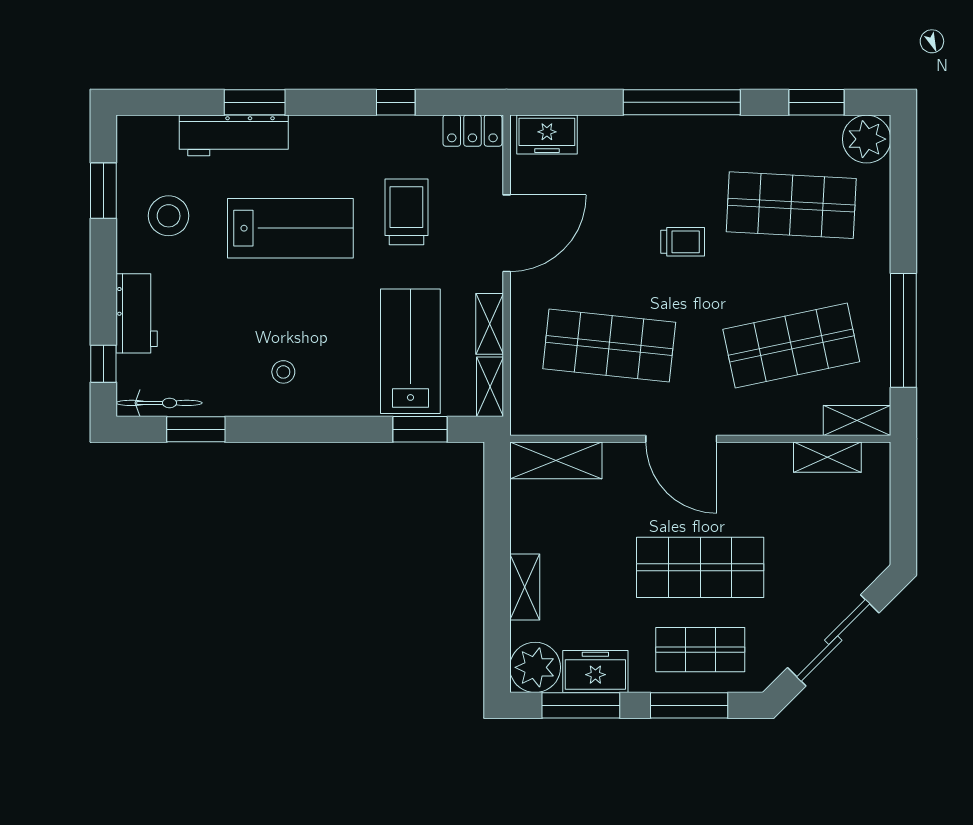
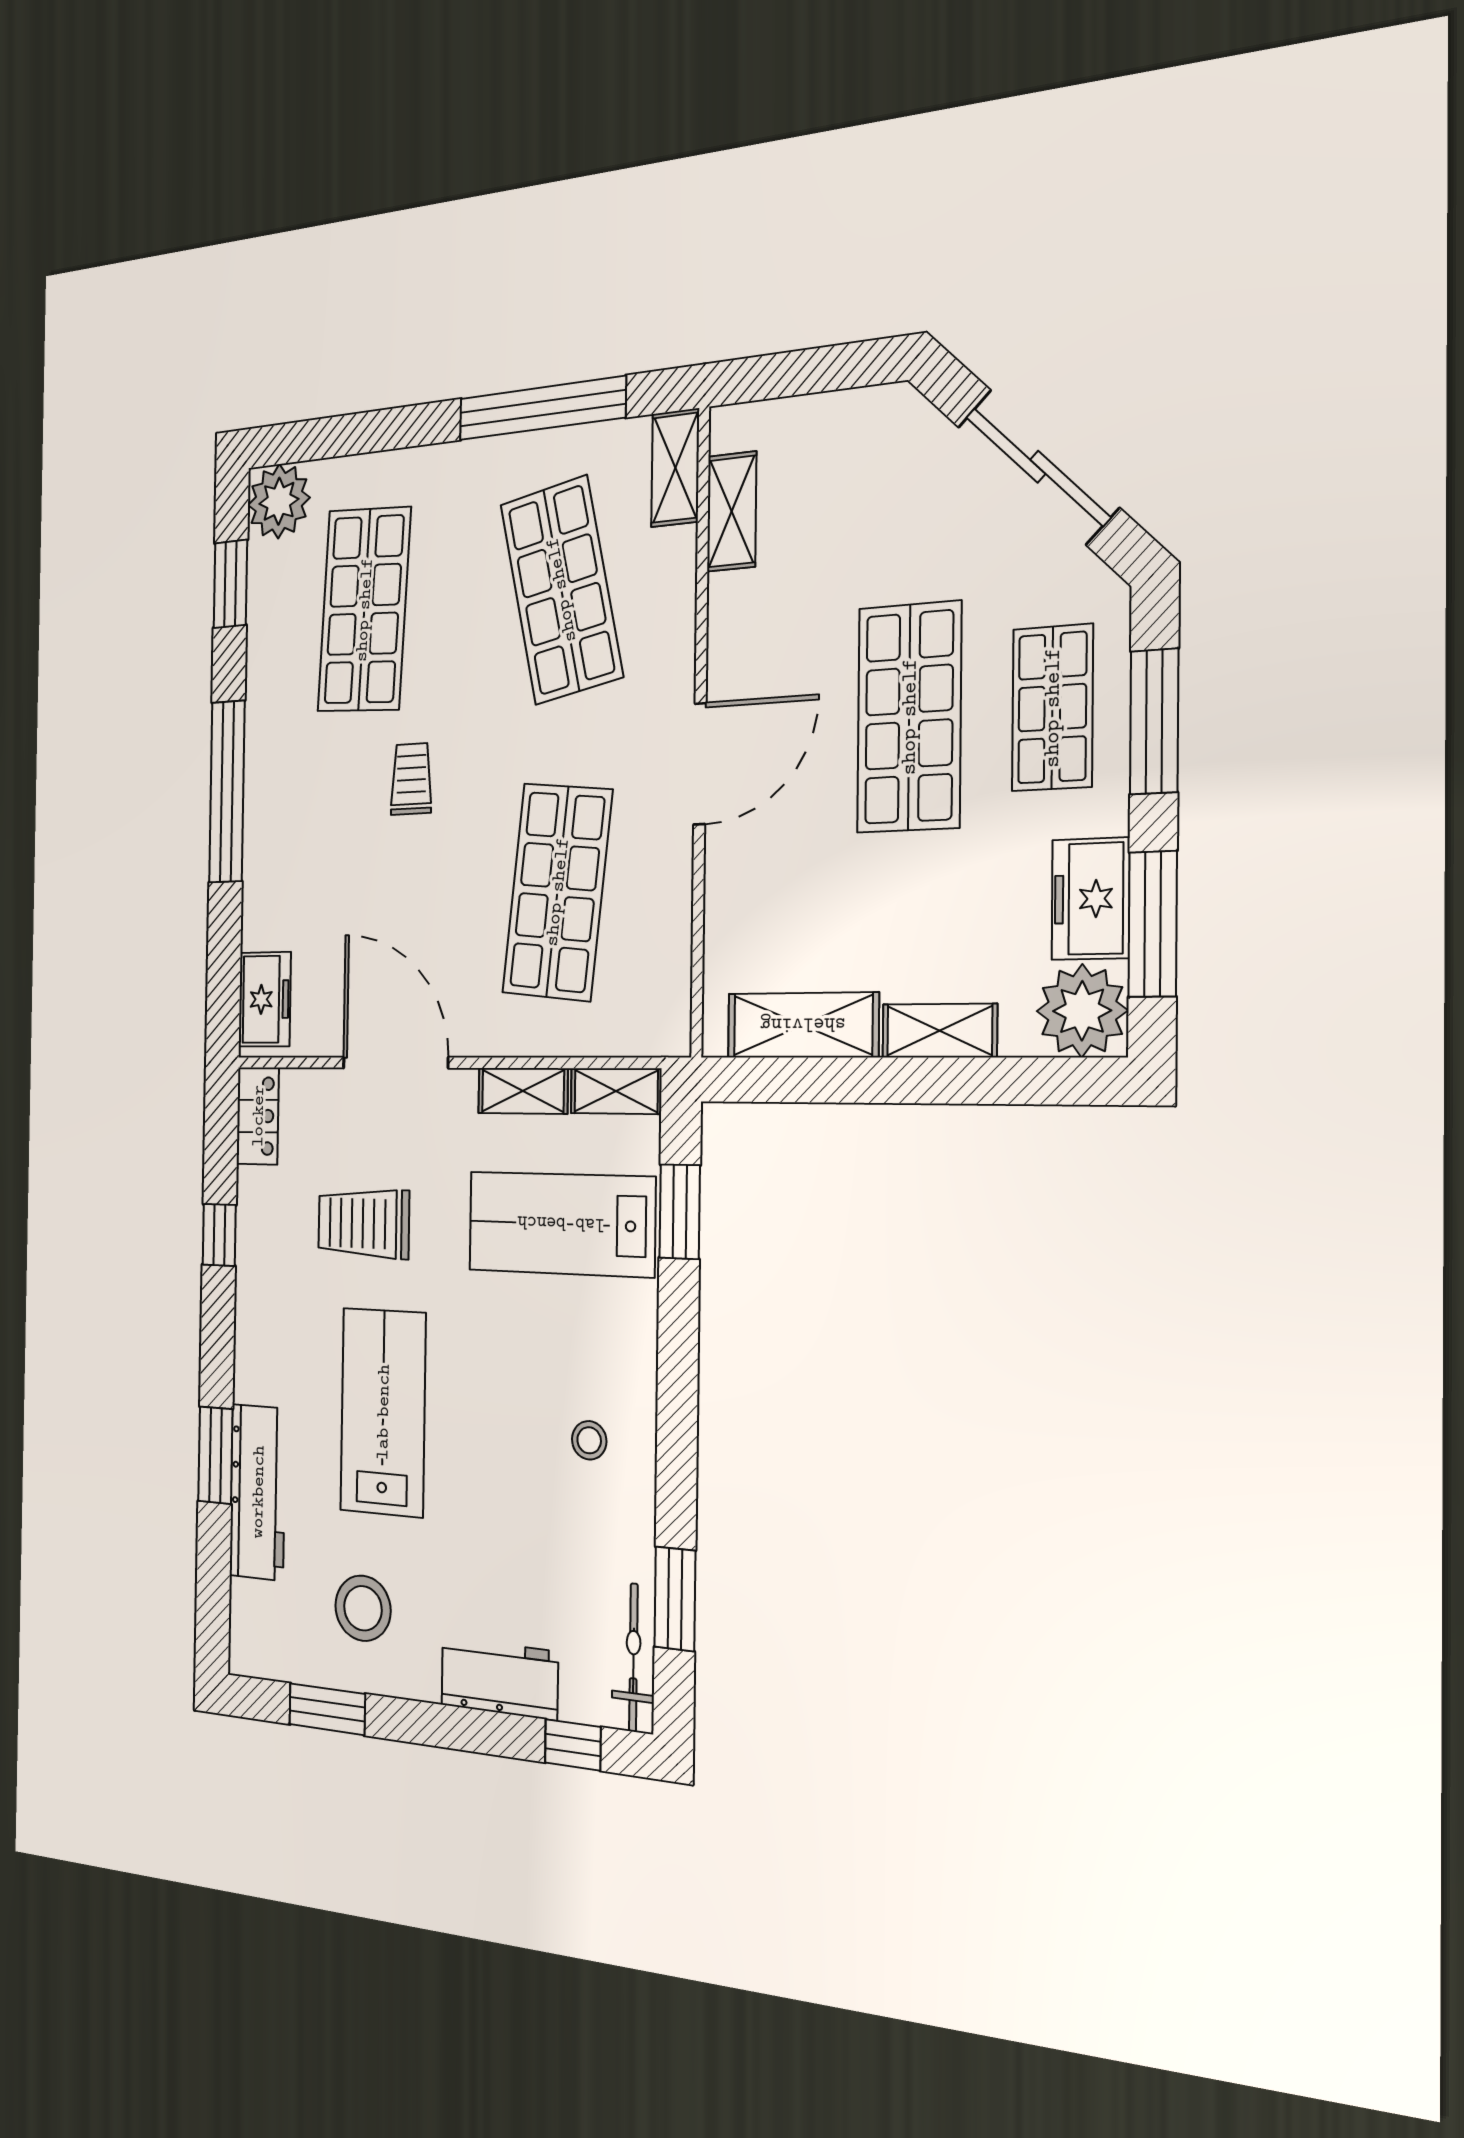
shelving: (556, 460) -> (803, 1025), moved, turned 90

